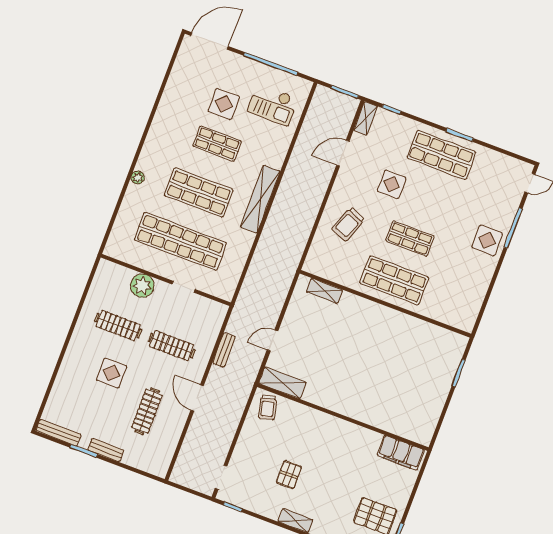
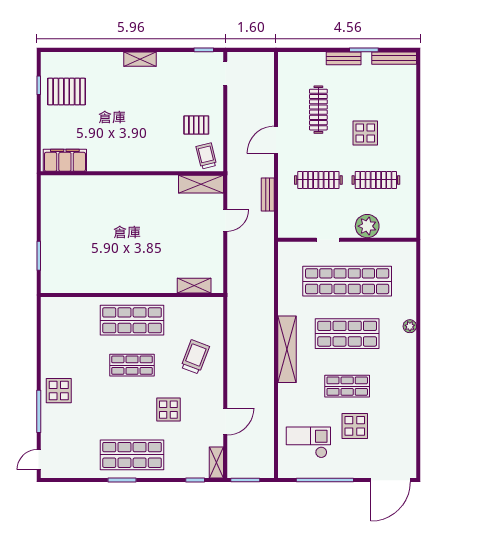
door: (197, 398) -> (276, 140), swing flipped
pallet: (289, 475) -> (196, 125), moved, turned 90

